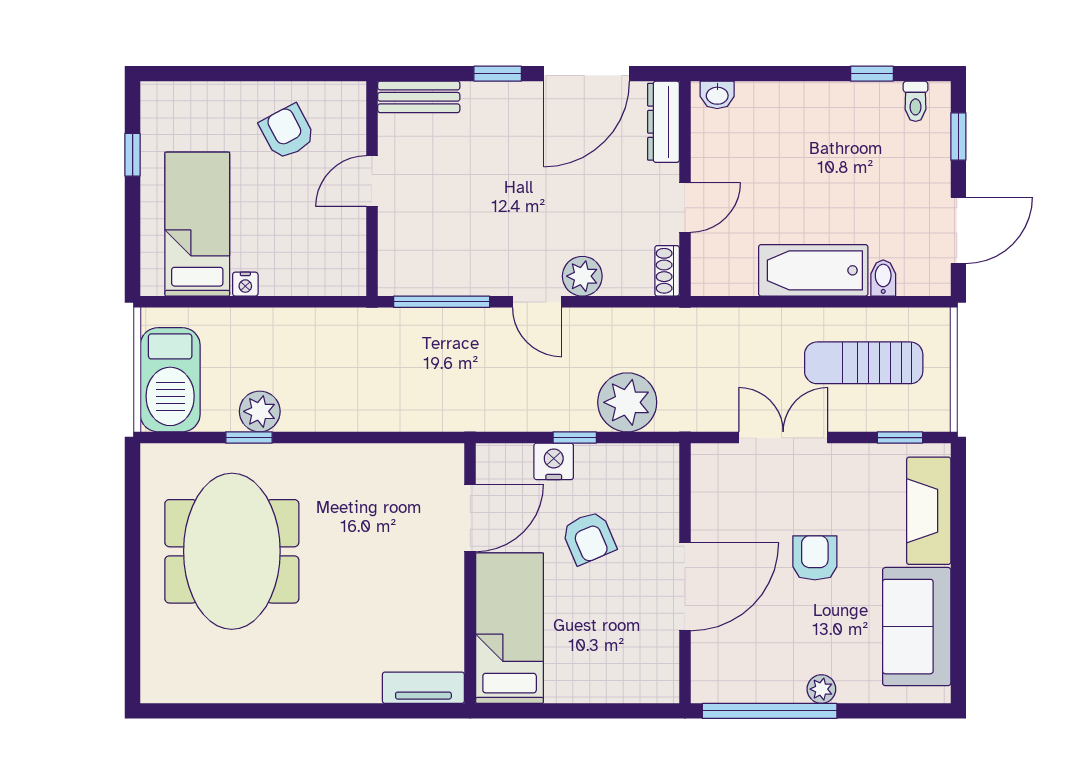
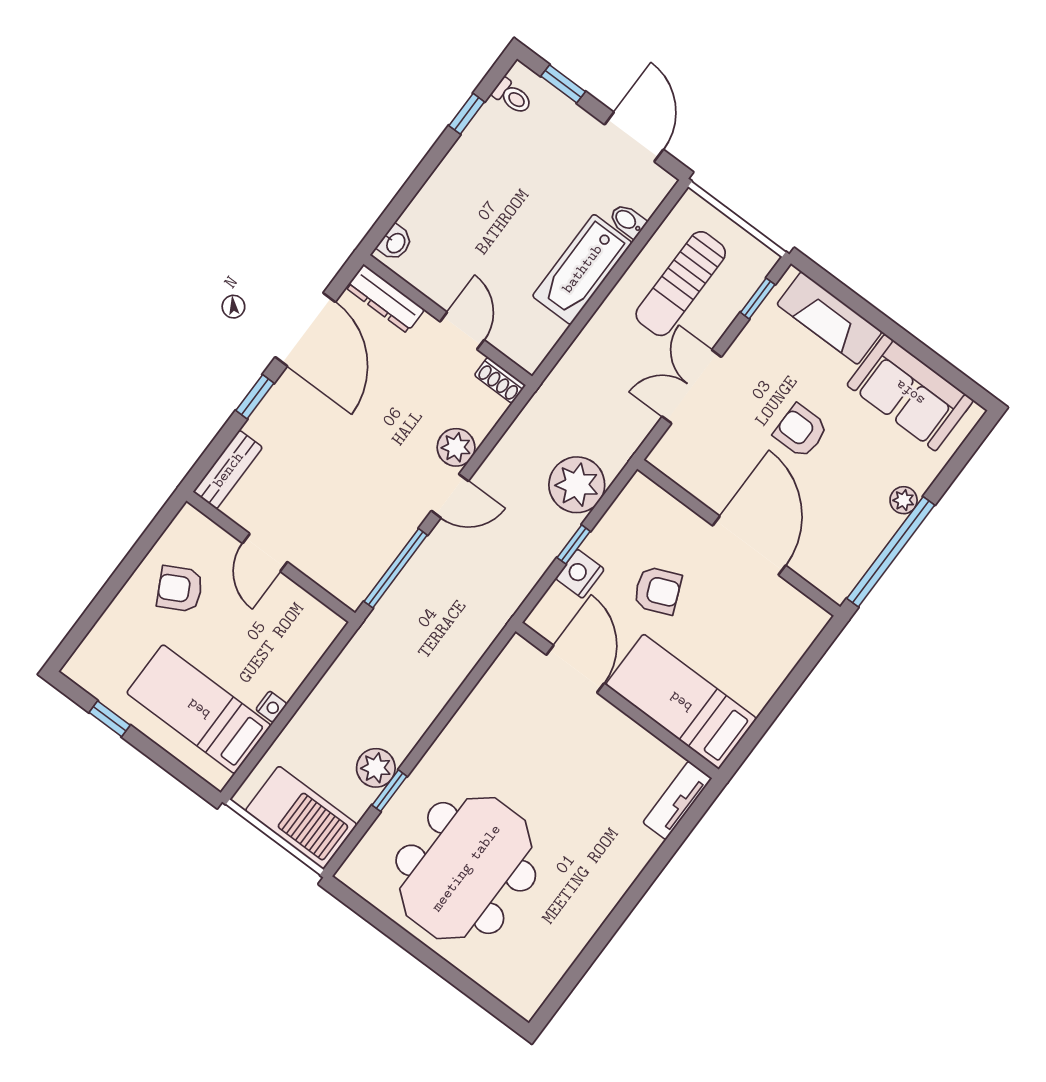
meeting table: (232, 551) -> (466, 868), turned 90

